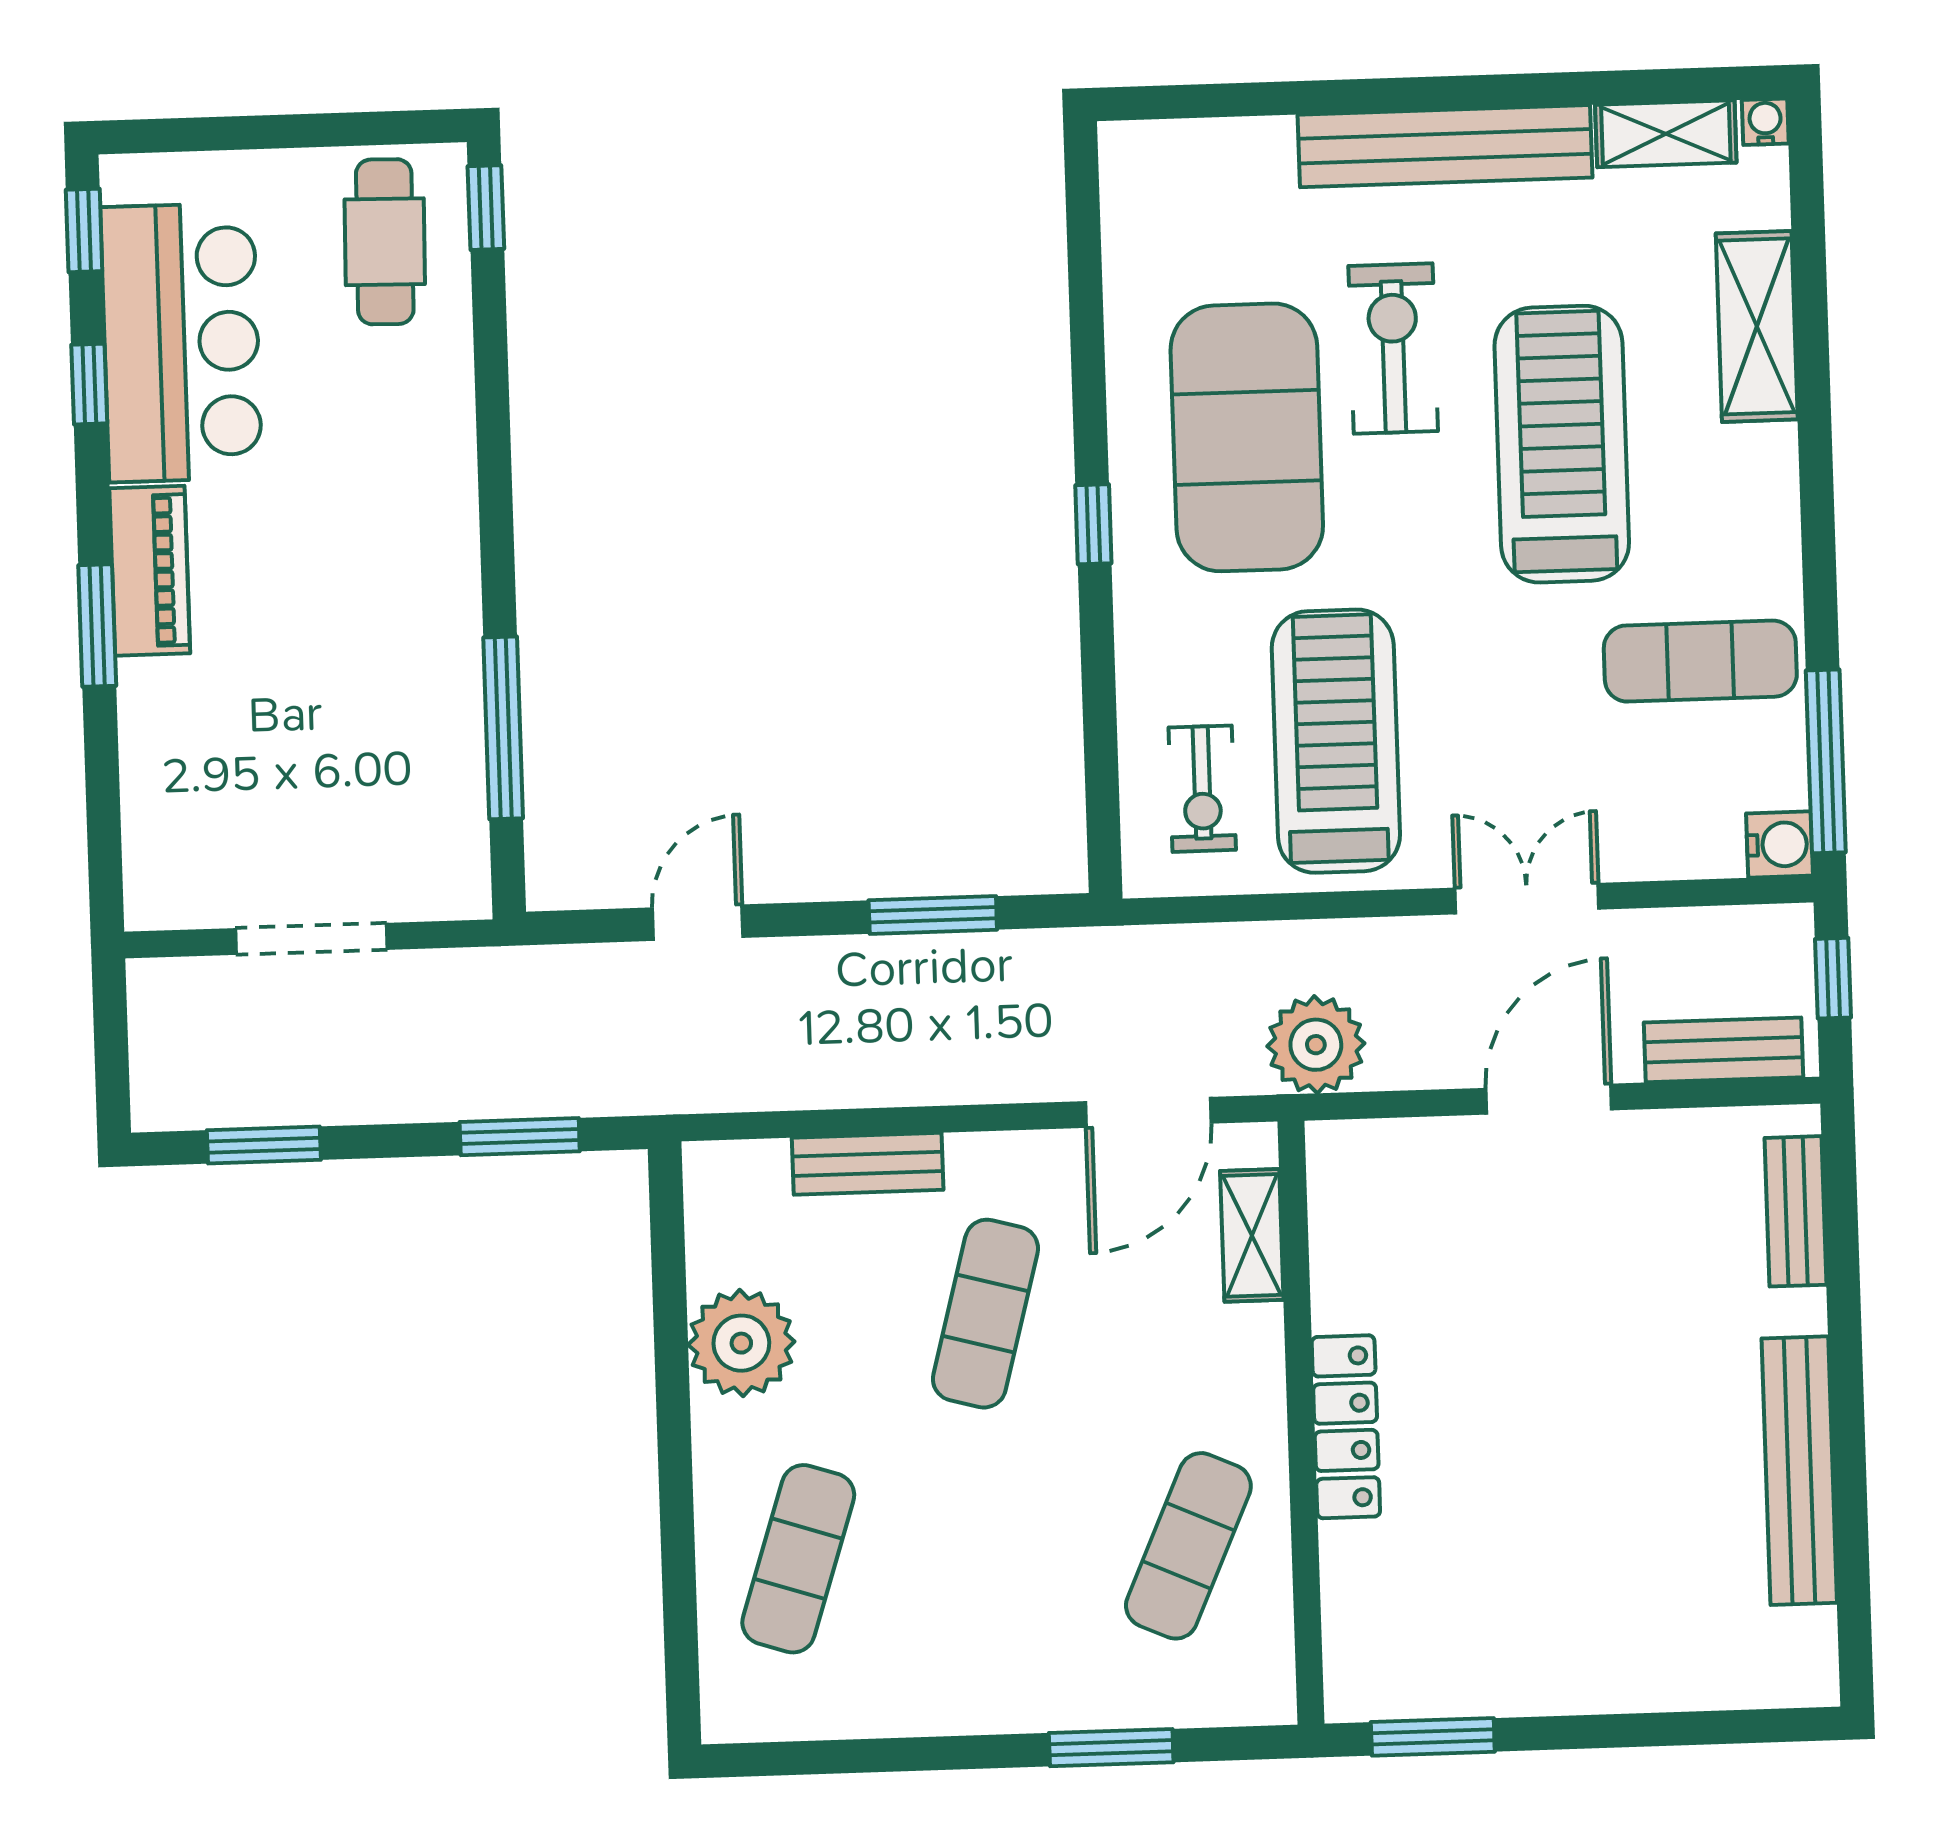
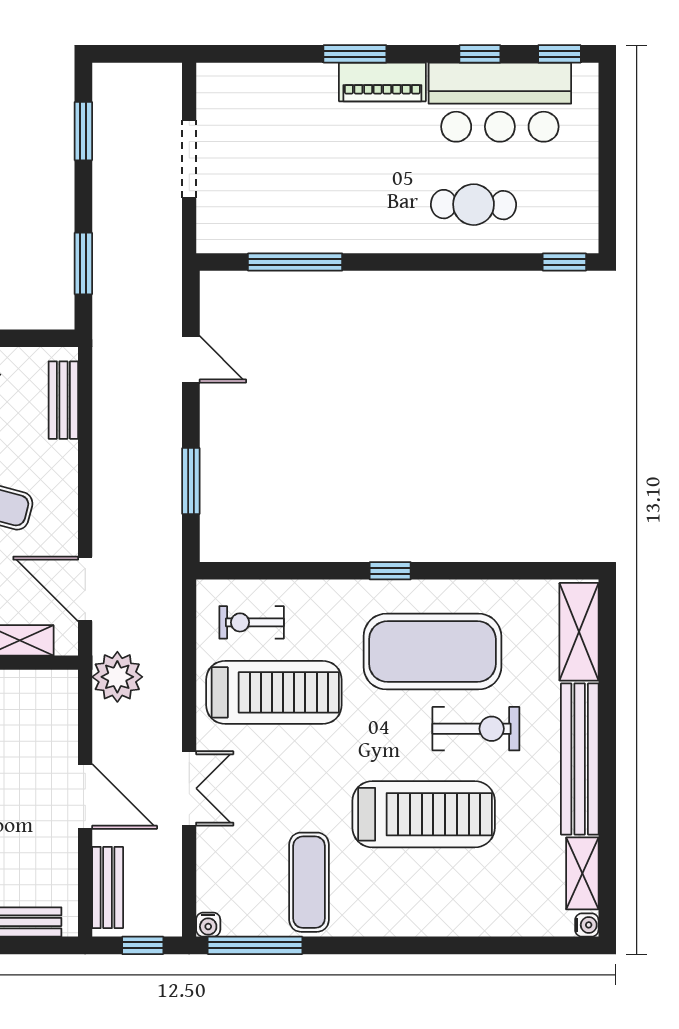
cafe table: (385, 242) -> (474, 205), moved
shelving: (1757, 326) -> (579, 632), moved, turned 90
water cooler: (1779, 844) -> (208, 925), width x0.72, depth x0.72
bench: (868, 1164) -> (63, 400), moved

